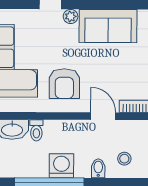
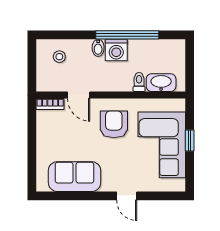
plant: (71, 16) -> (108, 185), removed
bidet: (98, 168) -> (98, 48), moved

